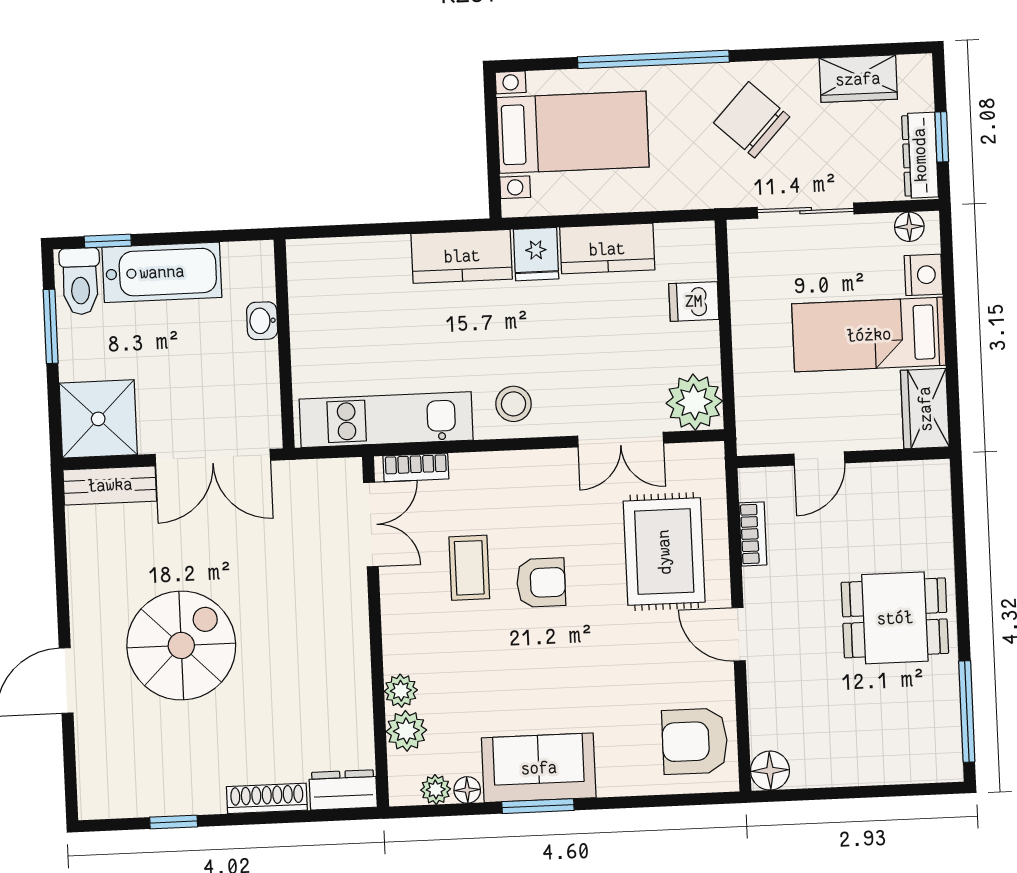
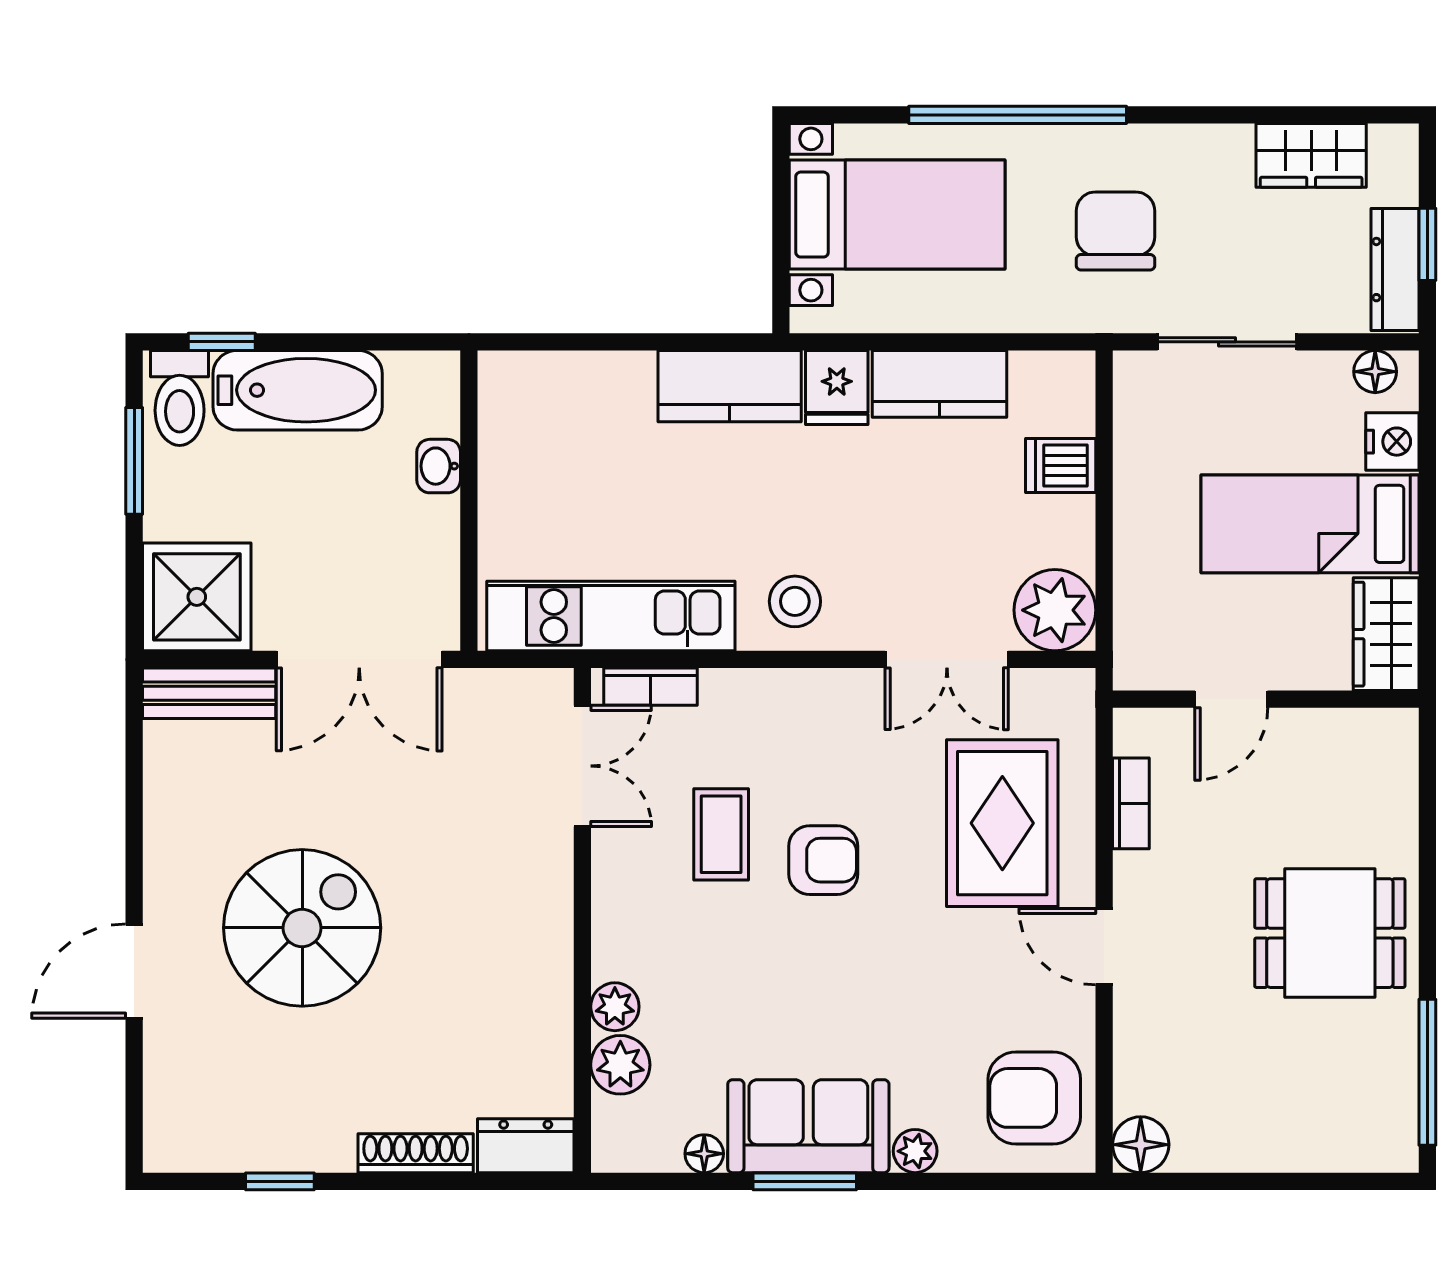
chair: (752, 120) -> (1116, 231), moved, turned 47
plant: (436, 790) -> (915, 1151), moved

